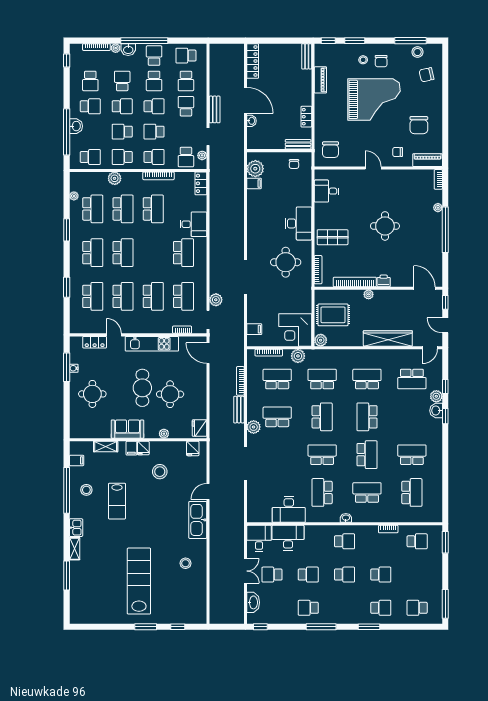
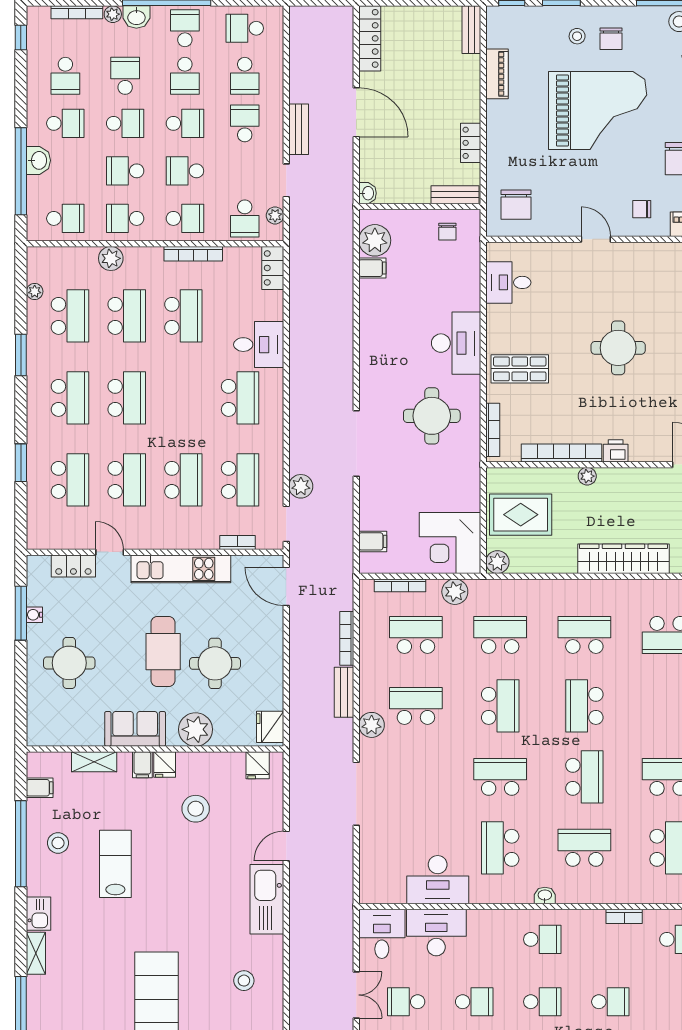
washbasin: (251, 121) -> (368, 193), moved
plant: (164, 434) -> (195, 729), width x1.87, depth x1.87
lab bench: (117, 501) -> (115, 864), turned 180

